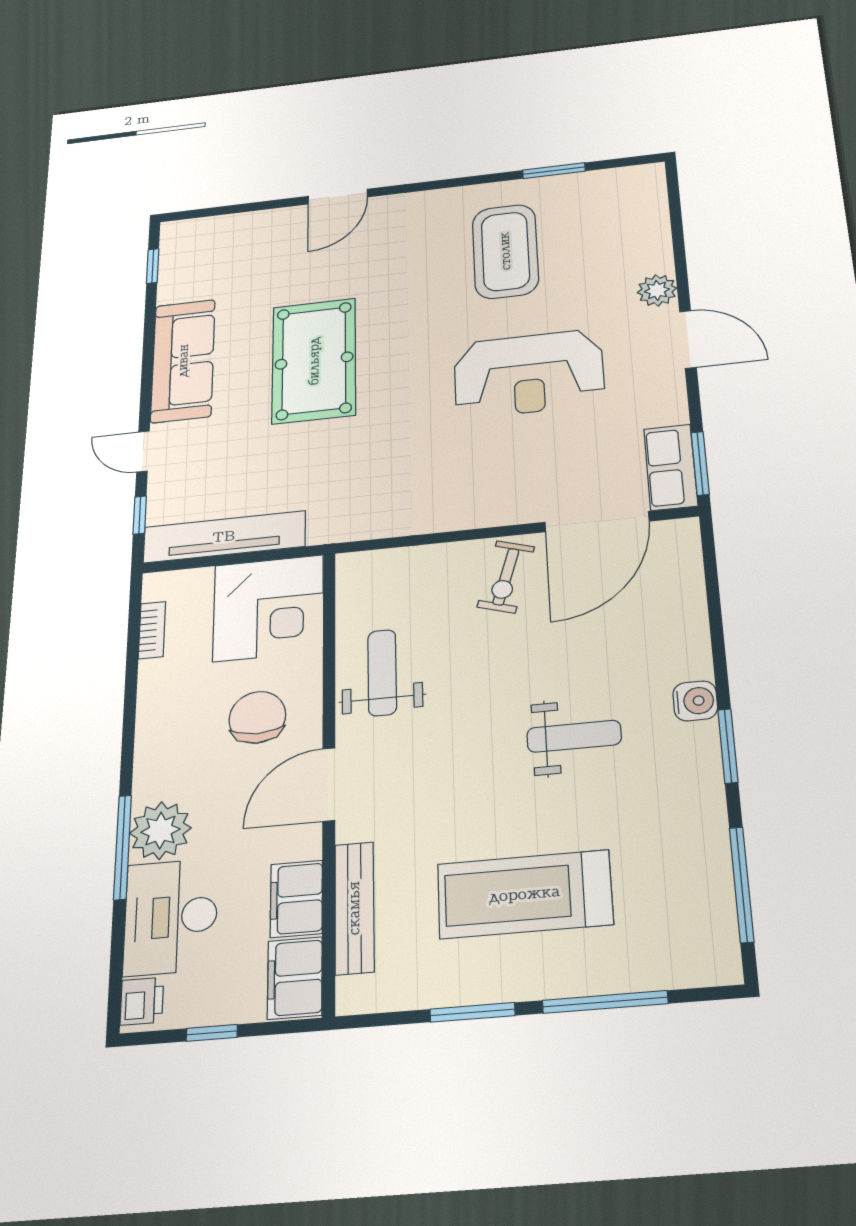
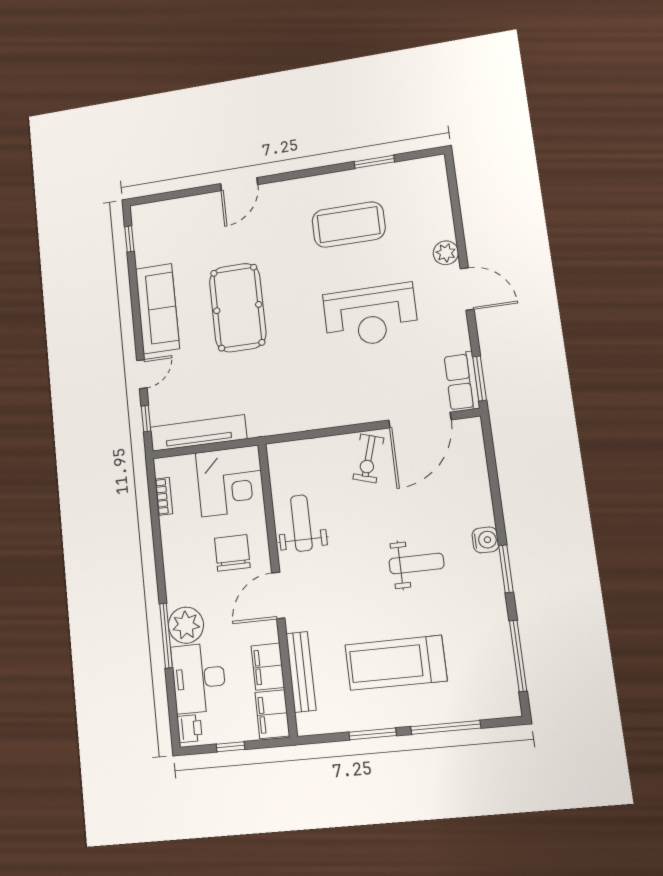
coffee table: (505, 251) -> (349, 225), turned 90
door: (143, 451) -> (142, 374), swing flipped

